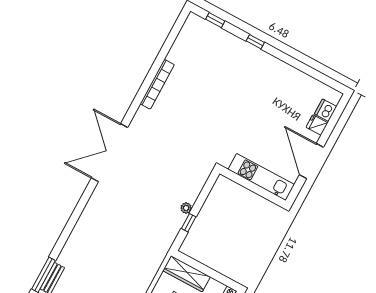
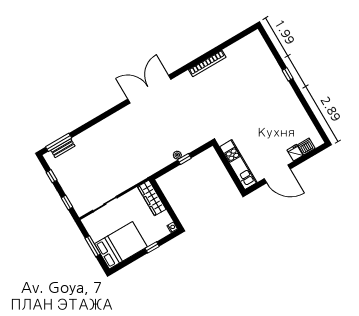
window: (215, 20) -> (270, 45), removed
door: (311, 161) -> (277, 174), swing flipped
window: (189, 223) -> (184, 159), moved

